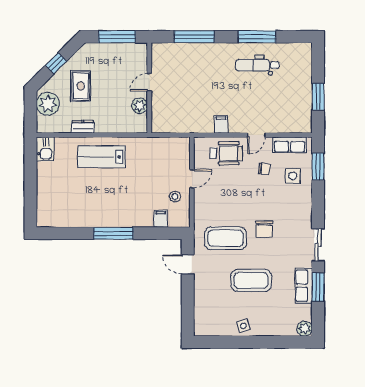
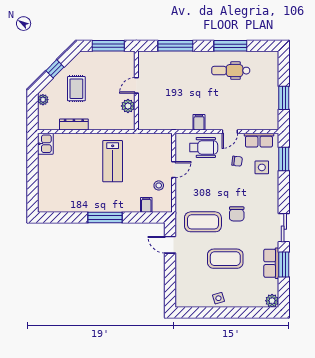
plant: (48, 104) -> (43, 100), width x0.53, depth x0.53
dresser: (83, 127) -> (74, 124), width x1.44
lab bench: (102, 157) -> (113, 161), moved, turned -90

